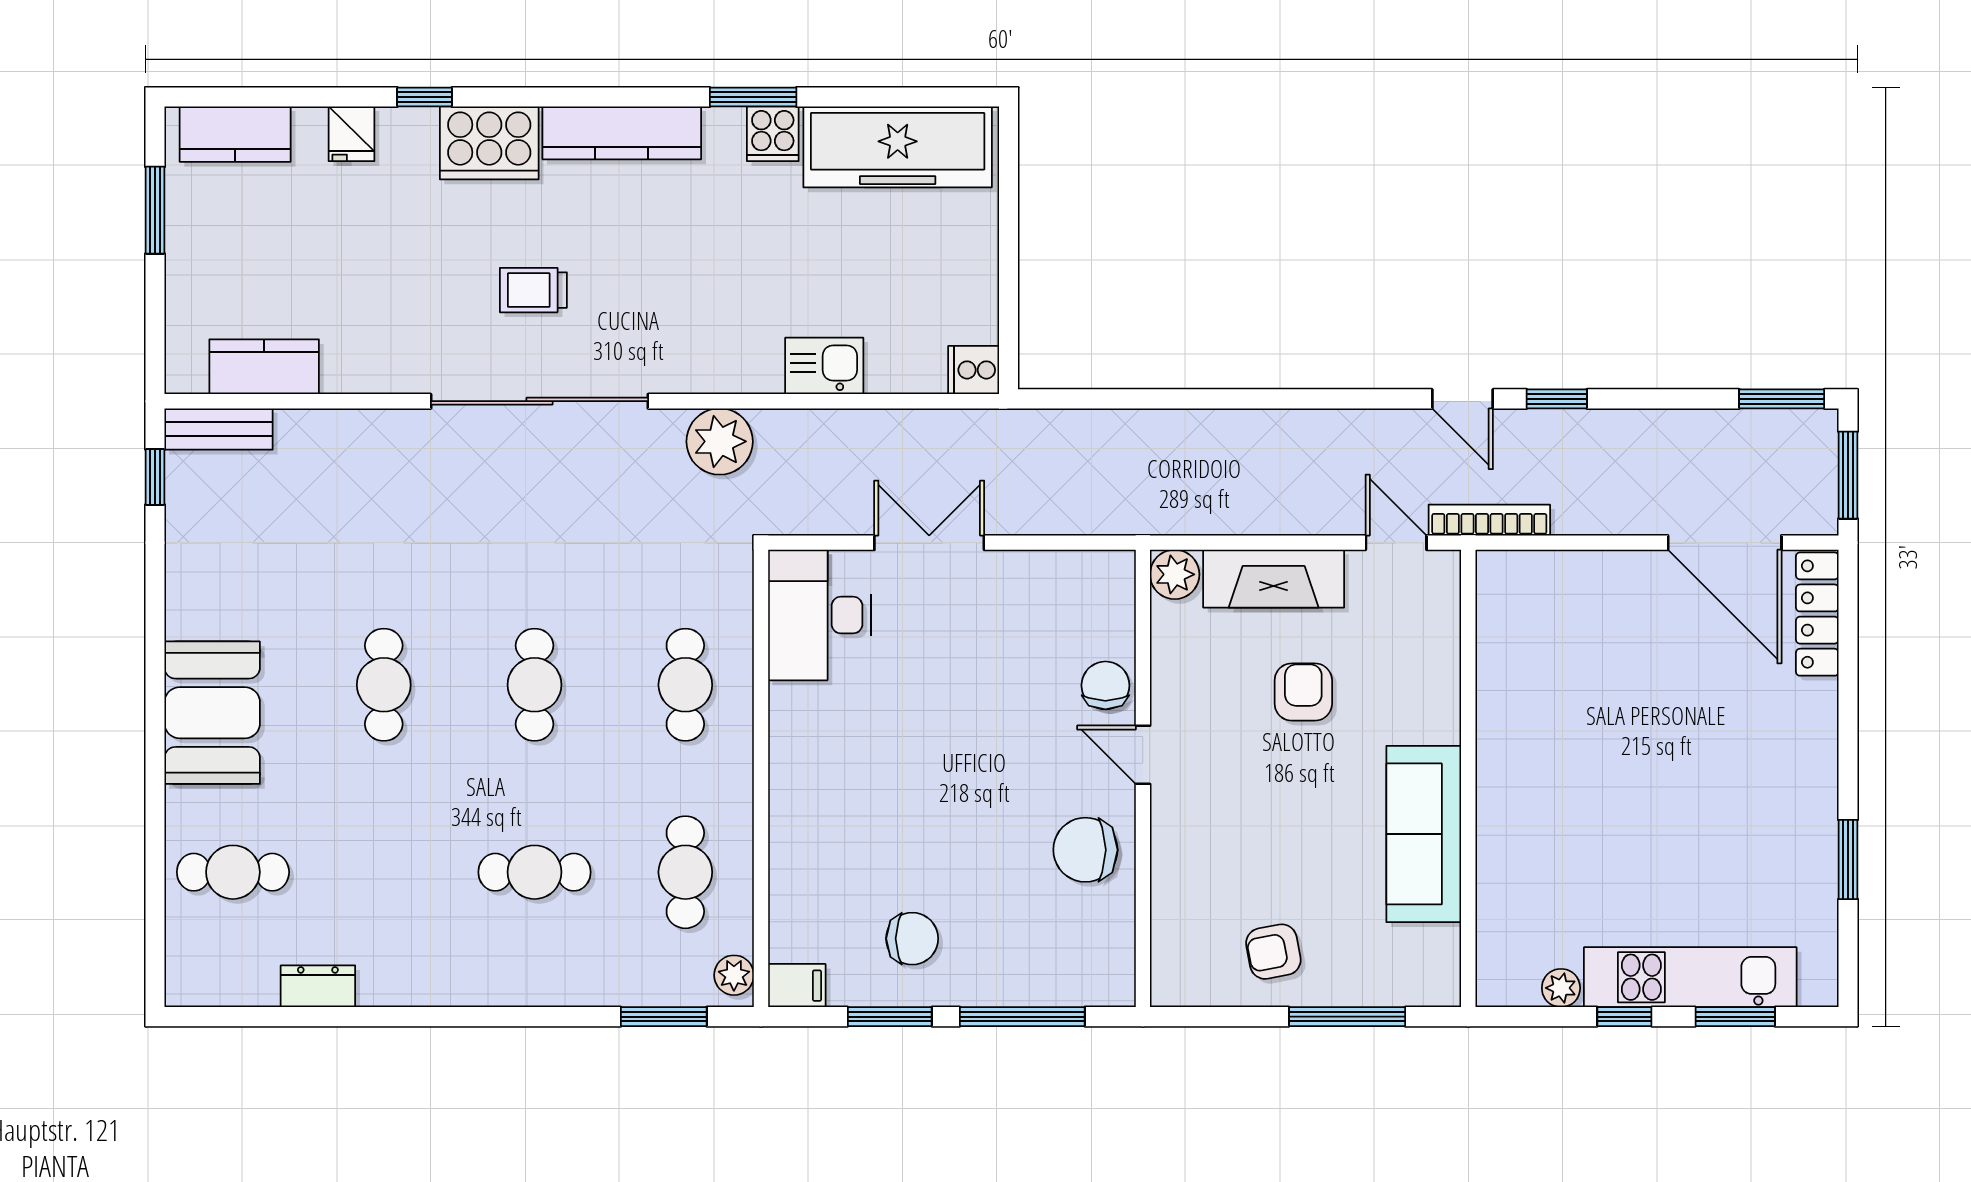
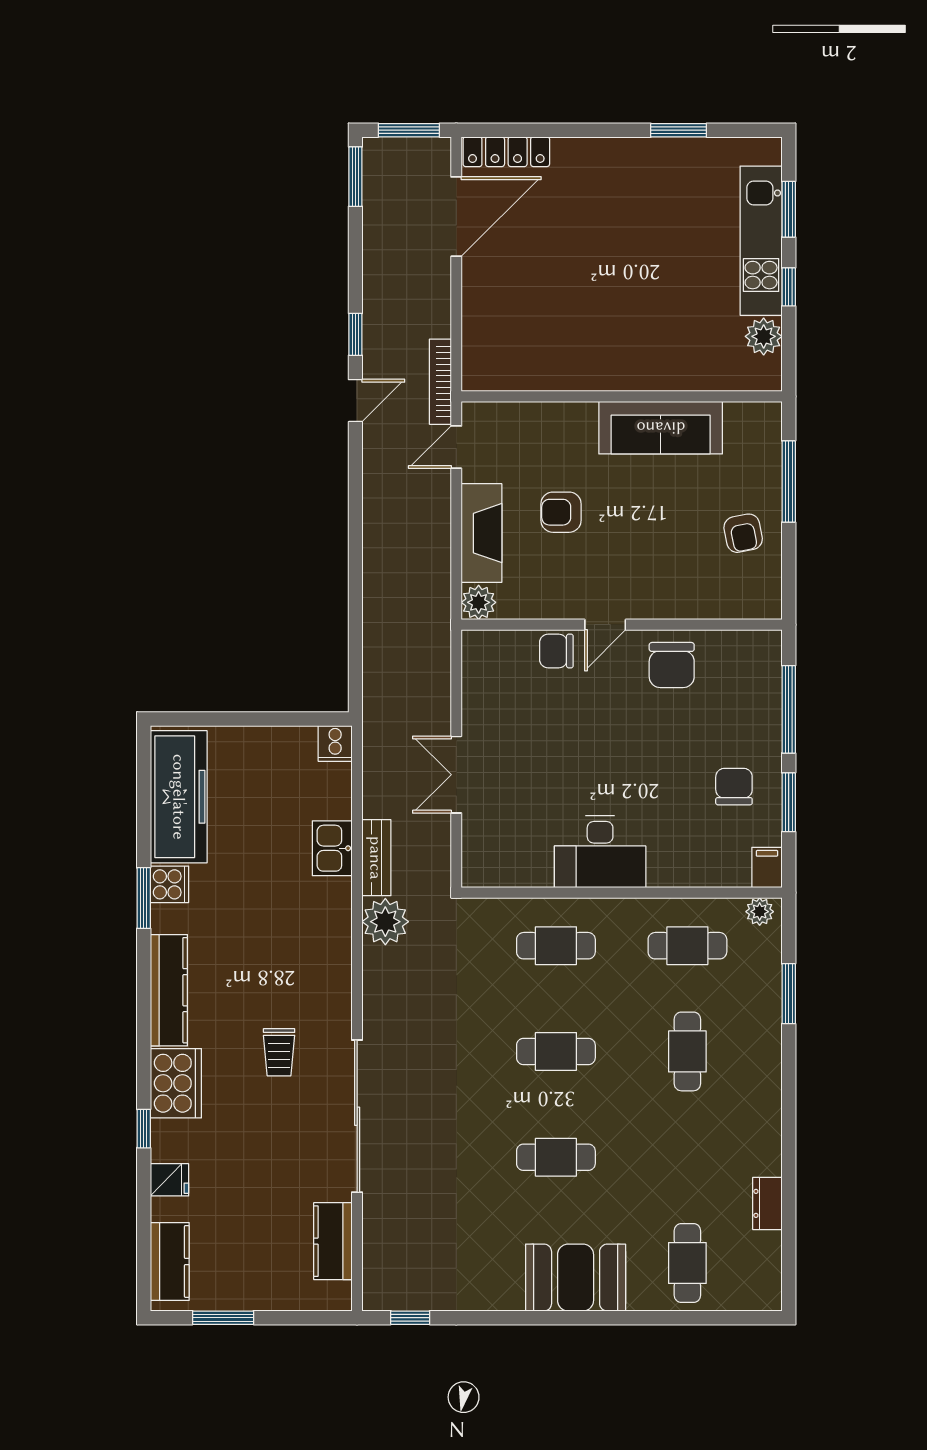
sliding door: (539, 401) -> (357, 1116), moved
bench: (219, 429) -> (376, 858), moved
desk: (819, 615) -> (600, 852), moved
plant: (1561, 988) -> (764, 336), width x1.38, depth x1.38
window: (664, 1017) -> (789, 994), moved

